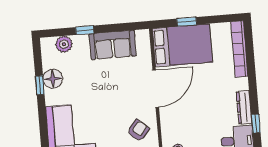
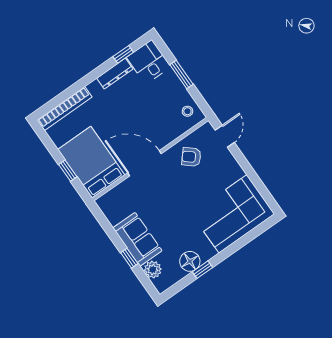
sofa: (113, 45) -> (137, 239), moved

